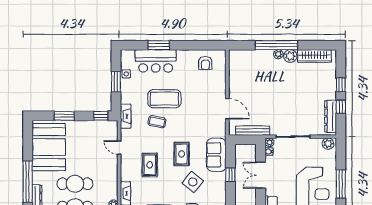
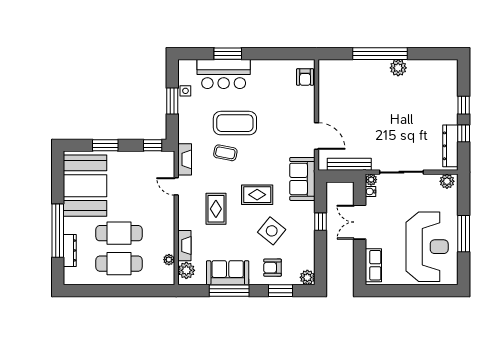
plant: (278, 54) -> (383, 65), removed
wardrobe: (314, 56) -> (429, 68), removed
armchair: (205, 63) -> (305, 77), moved
fireplace: (126, 116) -> (185, 159), moved
rug: (182, 154) -> (257, 195), turned 90
sofa: (216, 155) -> (302, 179), moved

